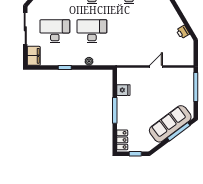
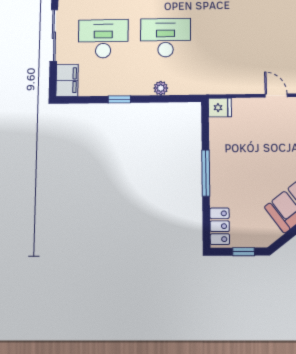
door: (156, 66) -> (276, 96), hinge flipped
fridge: (123, 90) -> (220, 108), moved

